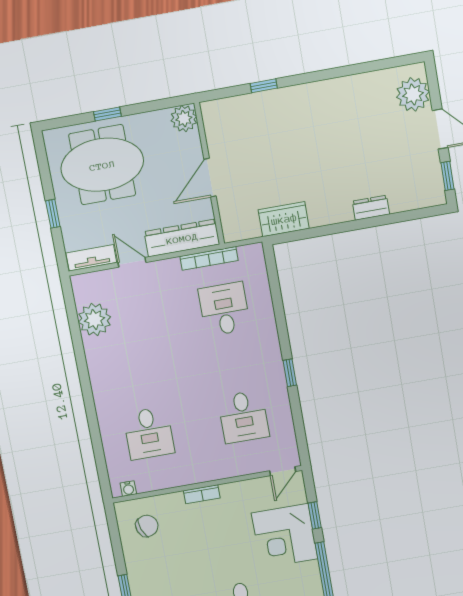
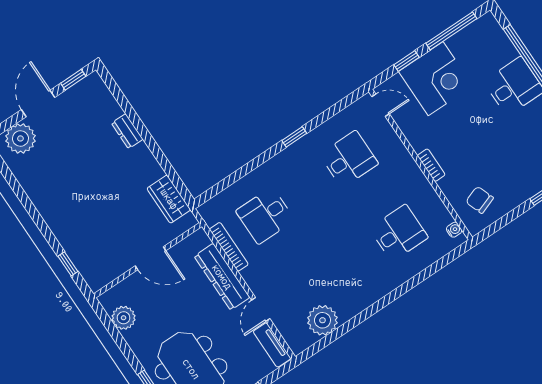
wall: (209, 174) -> (148, 260), moved
door: (210, 178) -> (151, 258), moved

